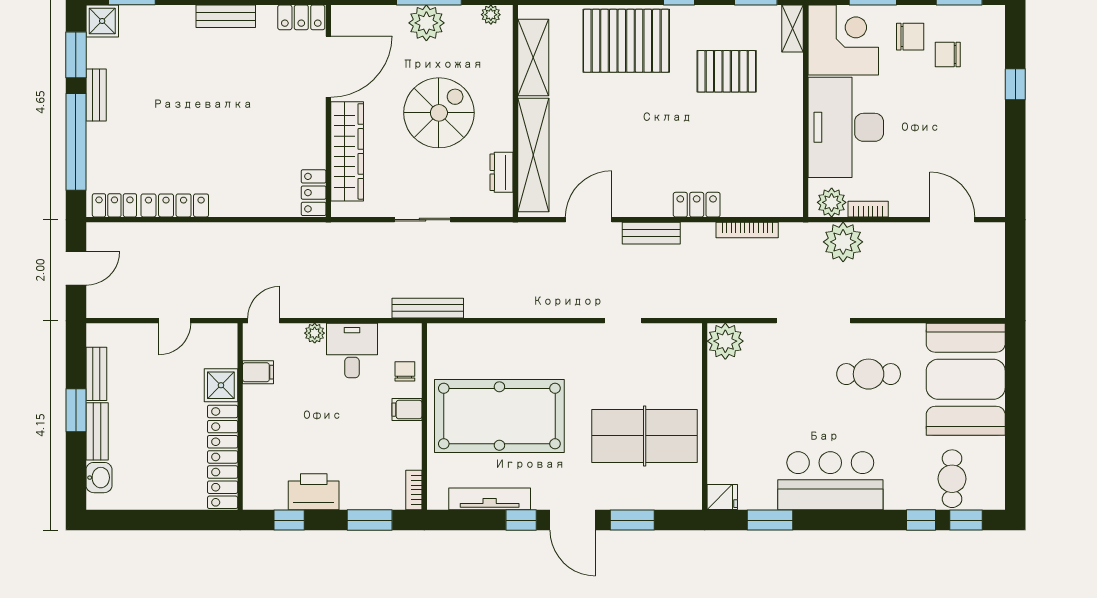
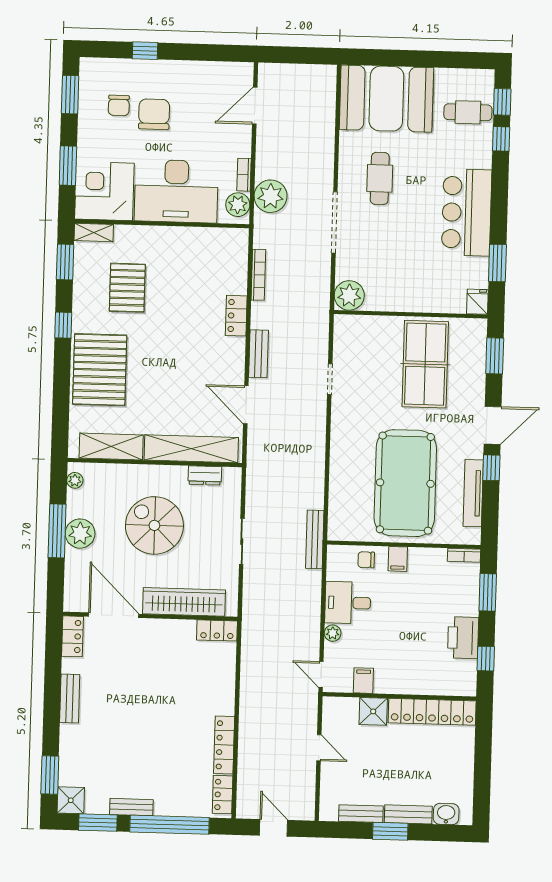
chair: (910, 37) -> (154, 114), moved, width x1.37, depth x1.37
window: (632, 520) -> (495, 356), moved

